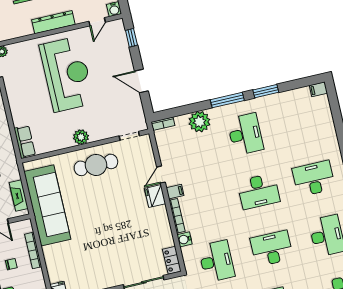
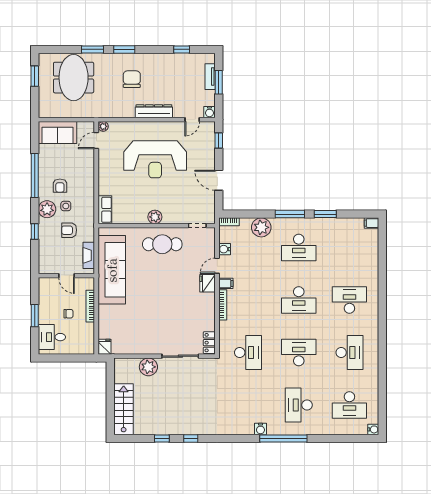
reception desk: (67, 74) -> (155, 159), turned 90
desk: (245, 134) -> (299, 247), turned 90
water cooler: (185, 239) -> (225, 249), moved

